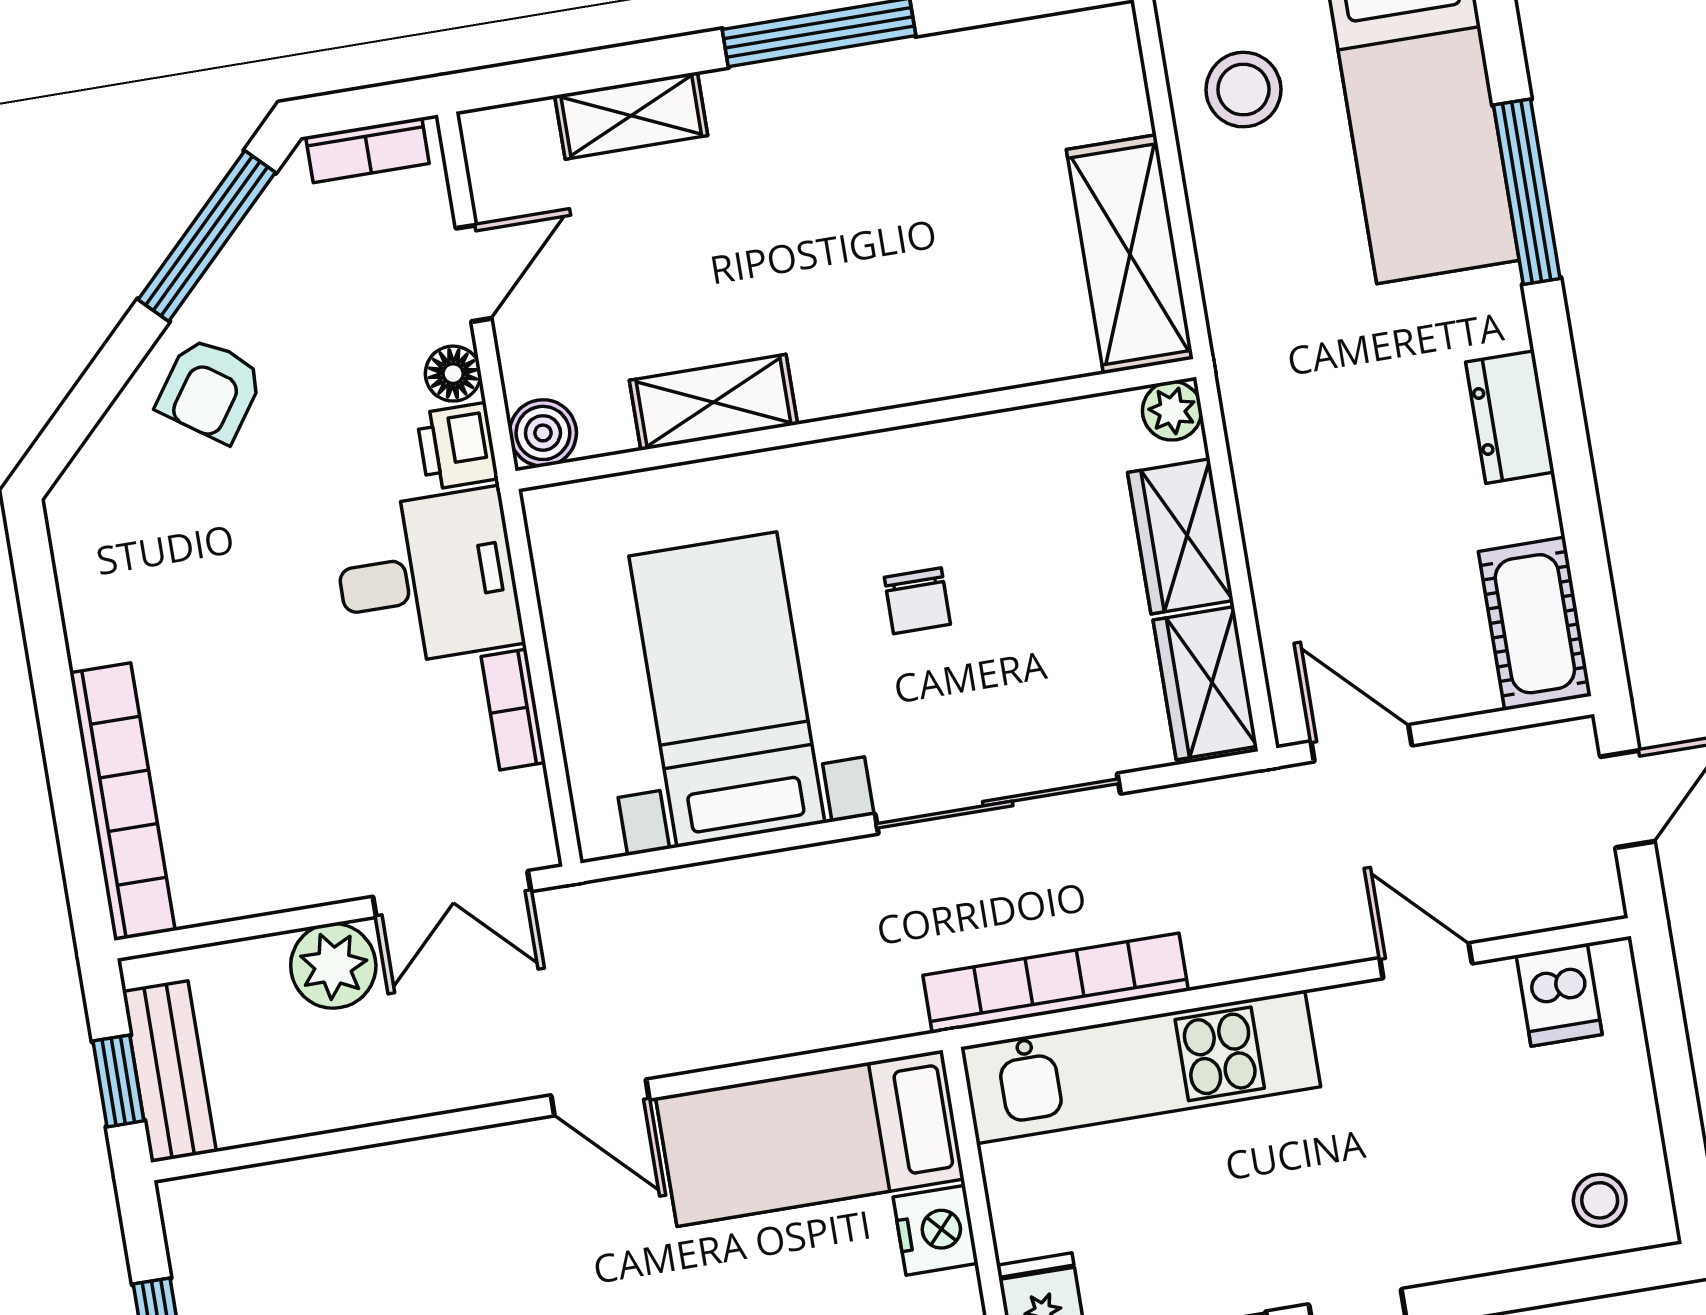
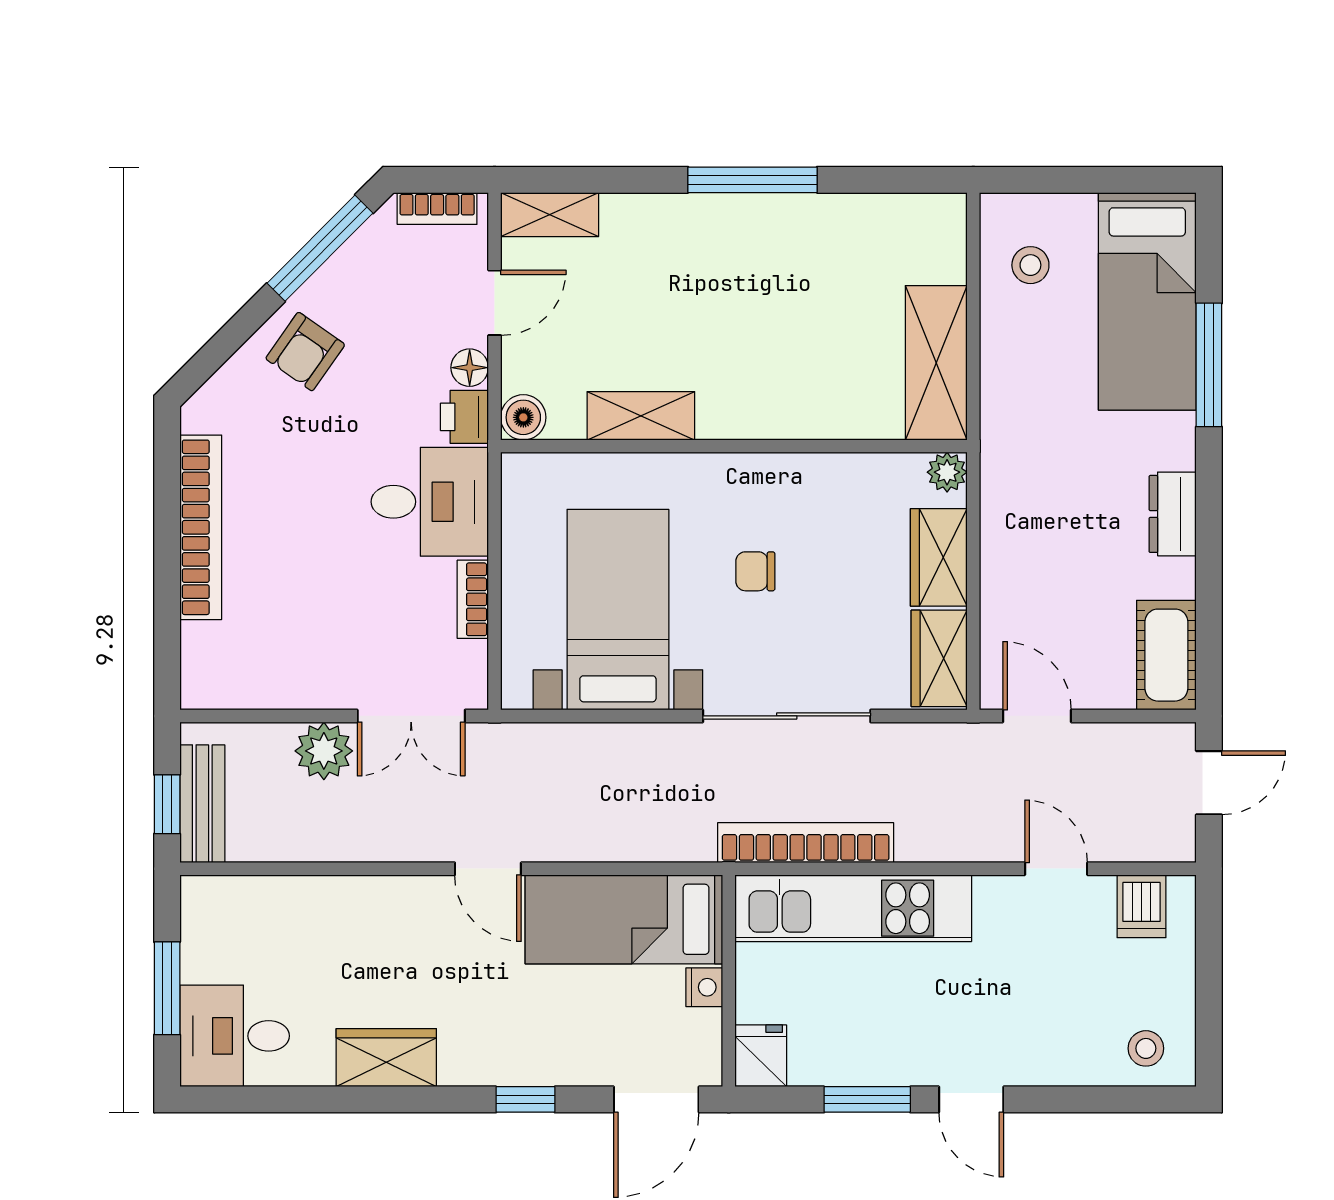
stool: (1243, 90) -> (1030, 265), width x0.73, depth x0.73
shelving: (631, 115) -> (550, 215), moved
chair: (917, 601) -> (755, 571), turned 90
bookcase: (122, 802) -> (201, 527), moved
nightstand: (936, 1230) -> (704, 987), width x0.72, depth x0.74

